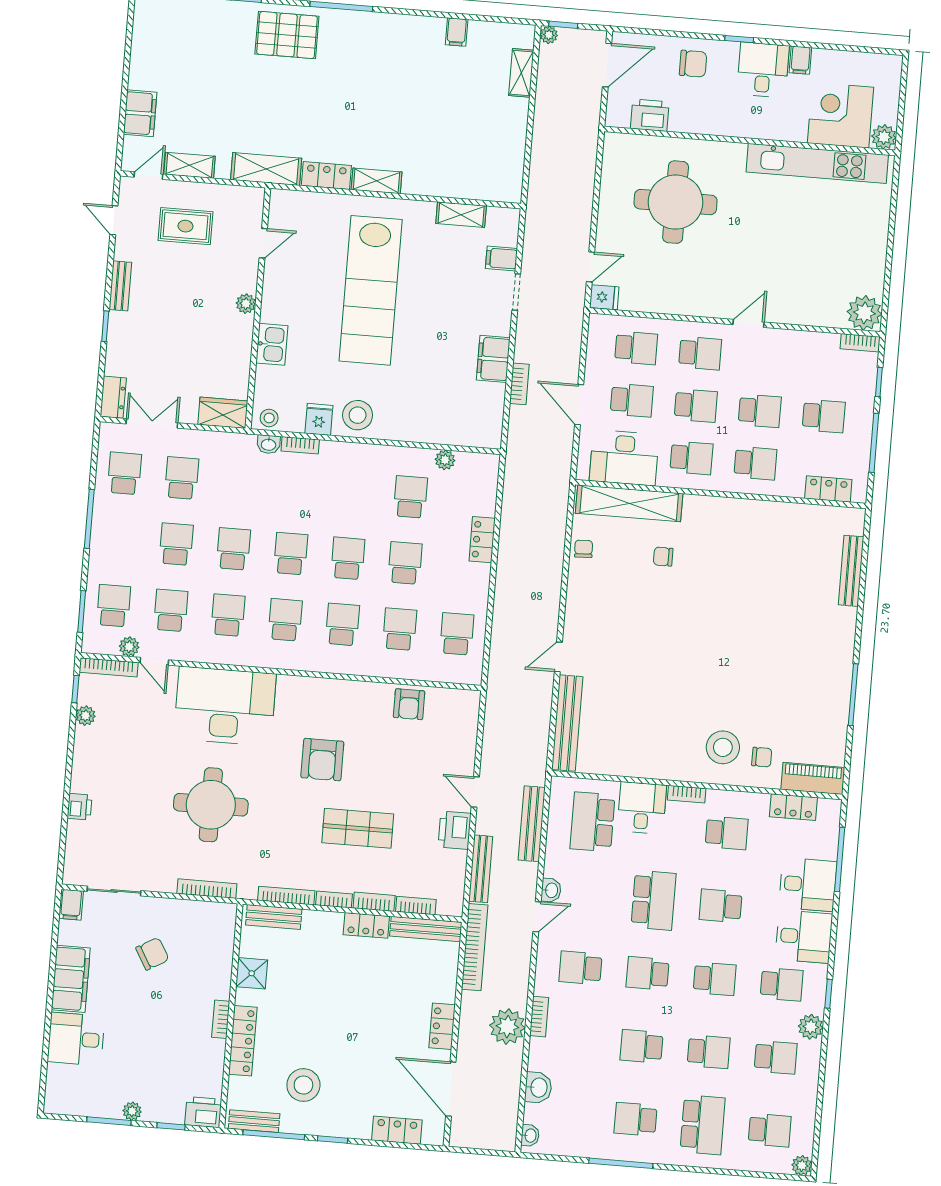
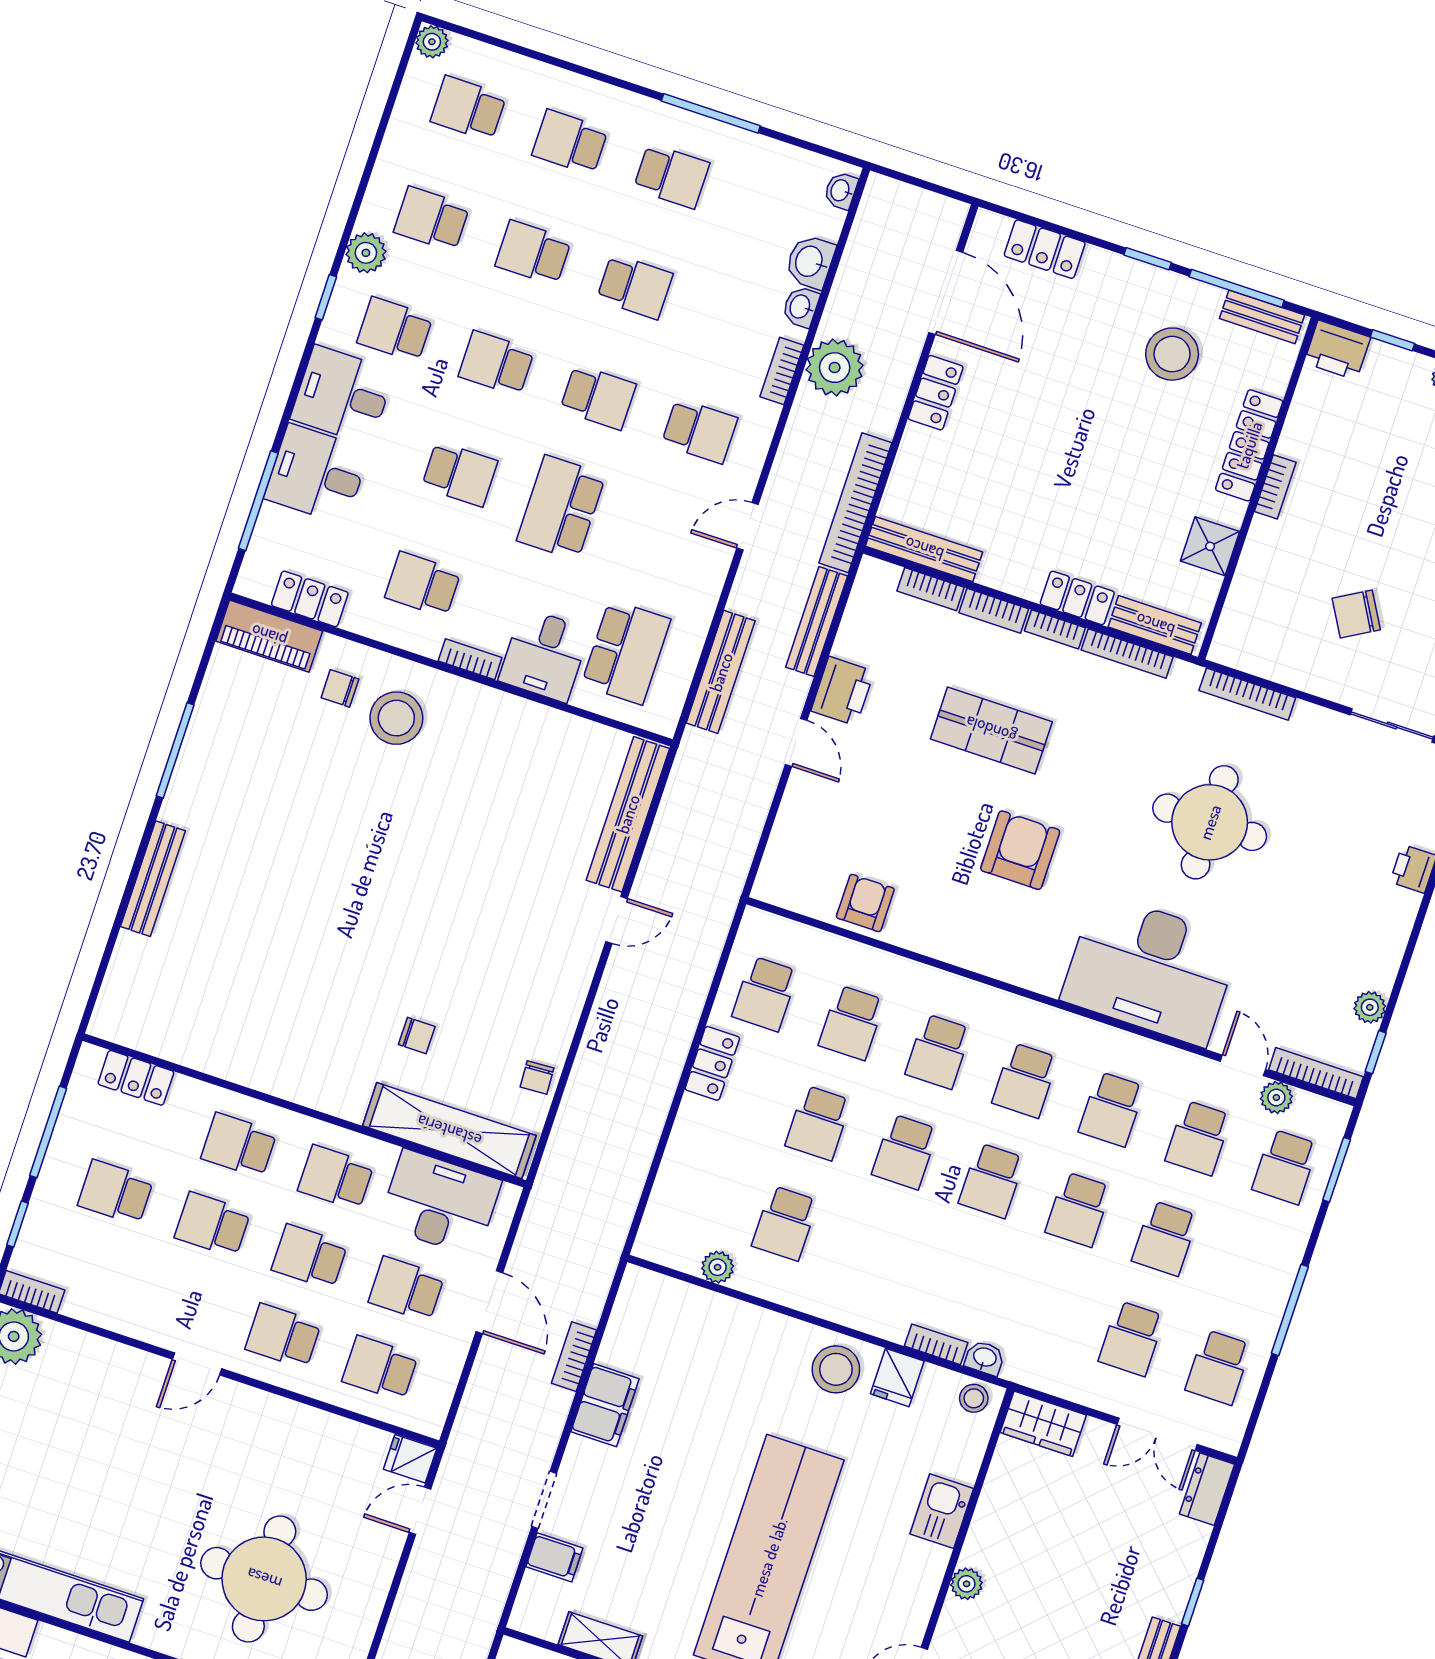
locker: (482, 540) -> (712, 1063), moved
bench: (851, 571) -> (153, 879), moved
washbasin: (551, 890) -> (801, 307), moved
locker: (366, 925) -> (1077, 598), moved
school desk: (703, 1125) -> (570, 142), width x0.54

